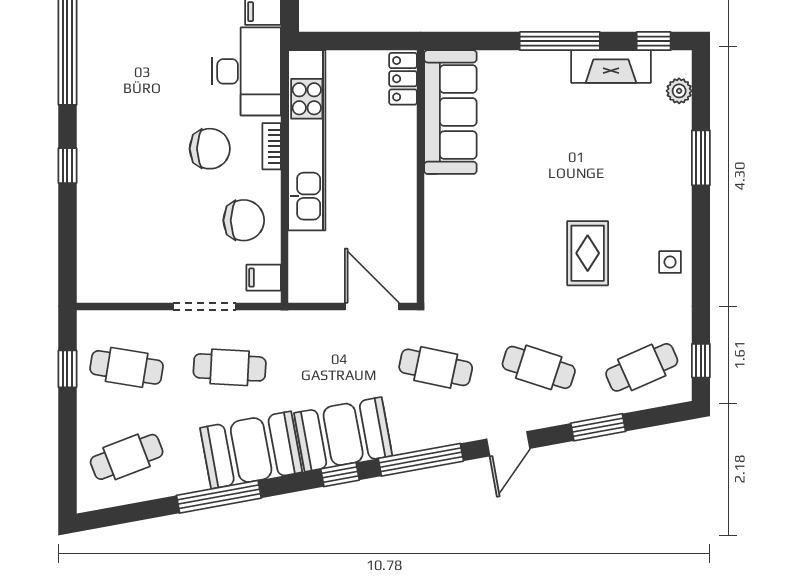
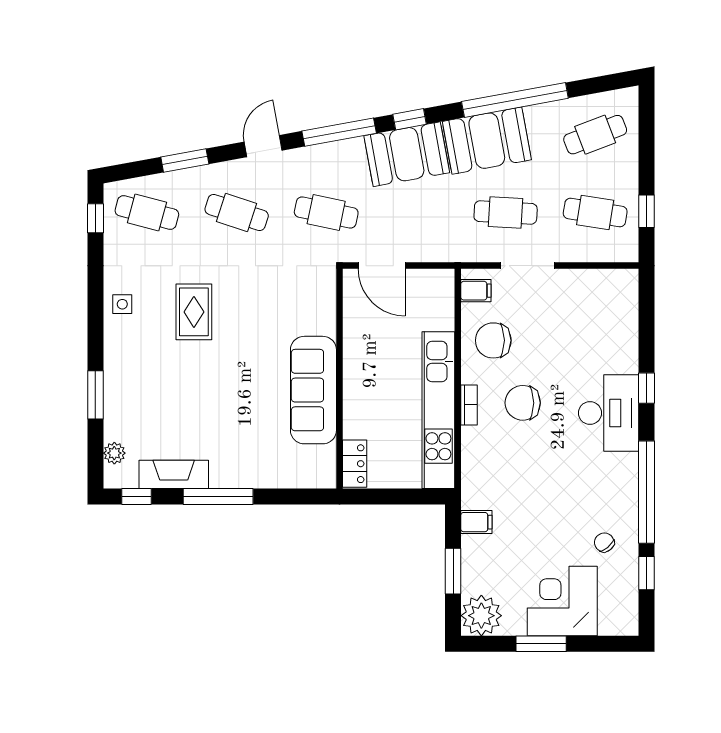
desk: (246, 71) -> (609, 413), moved, turned 180
sofa: (450, 112) -> (313, 390), moved
cafe table: (642, 367) -> (147, 212), turned 39
window: (219, 497) -> (515, 100), width x1.46

